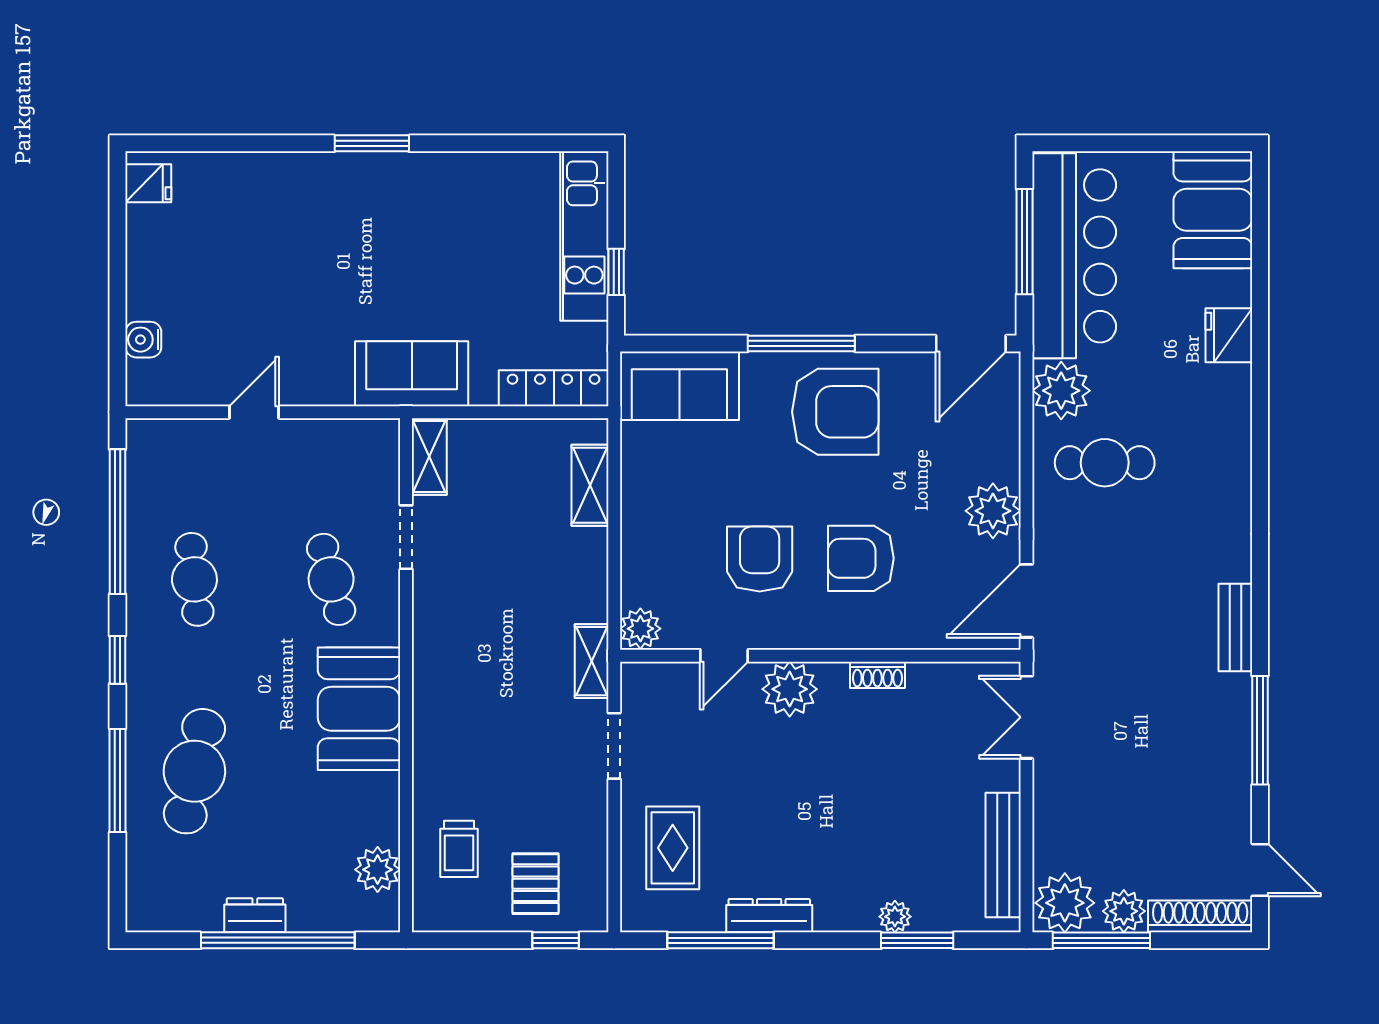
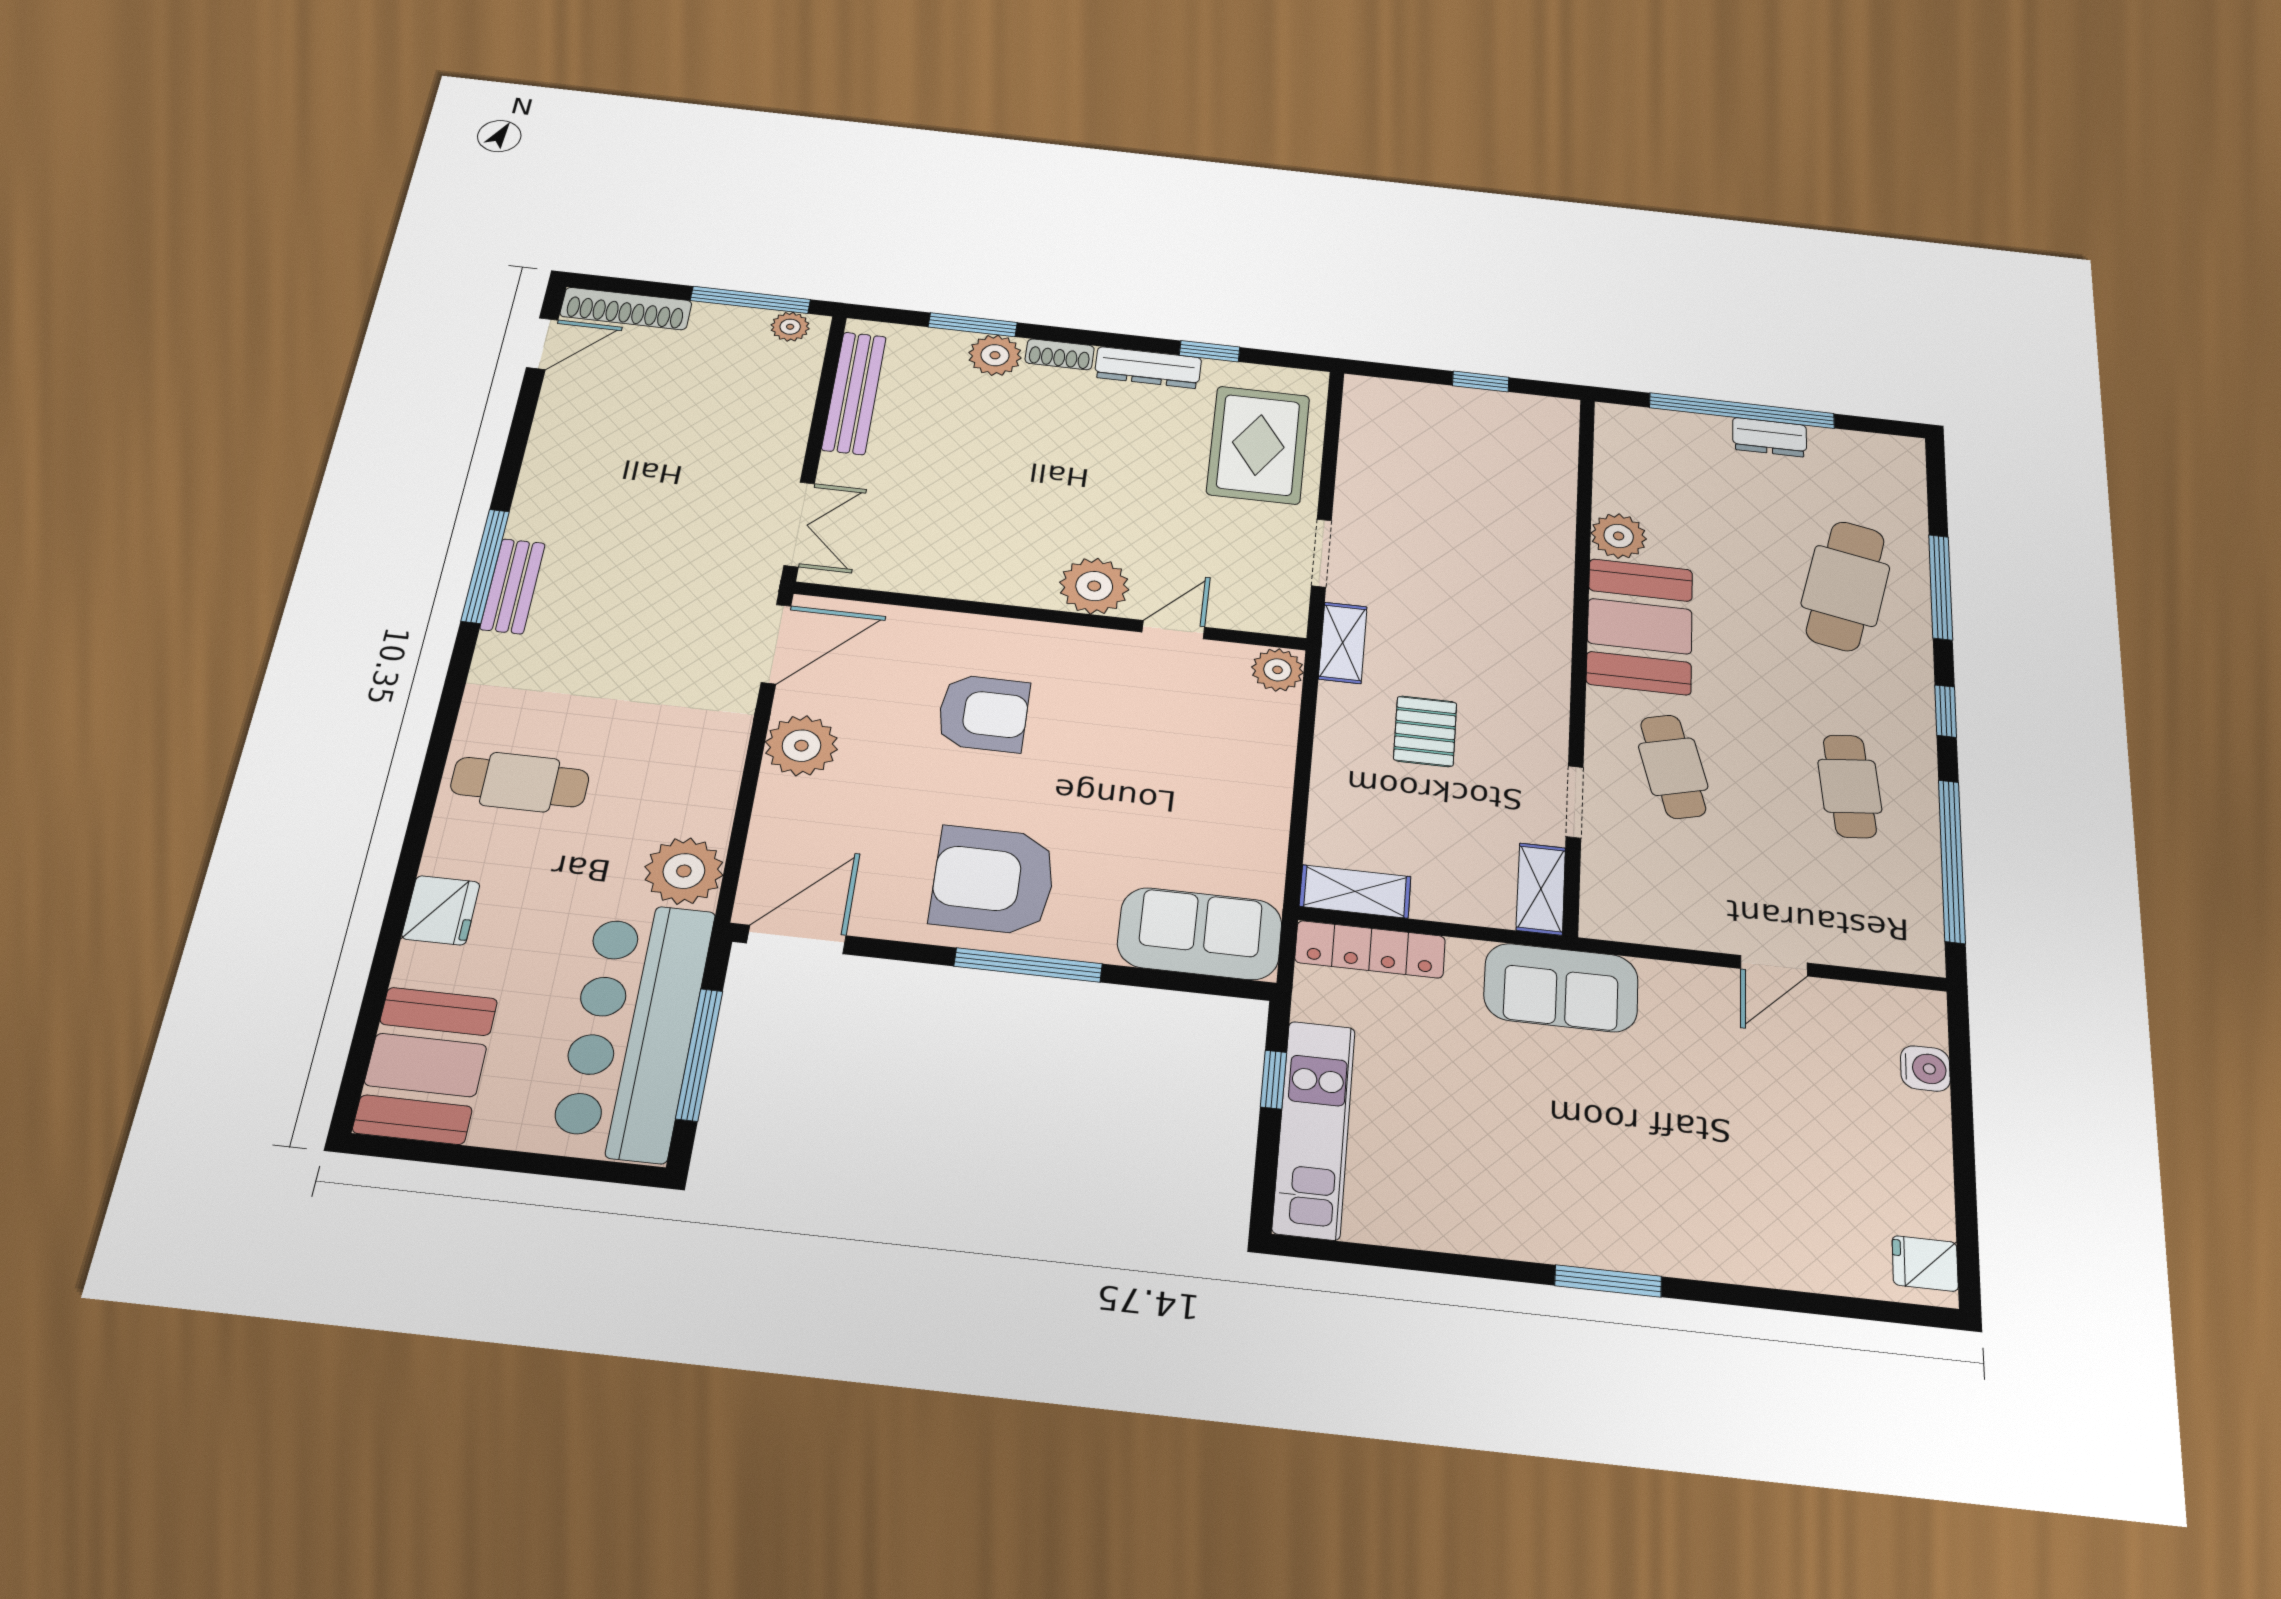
cafe table: (1105, 463) -> (520, 782), moved
shelving: (590, 485) -> (1355, 891), moved, turned 90
armchair: (760, 559) -> (1115, 727), removed
shoe rack: (877, 675) -> (1060, 354), moved, turned 180
window: (1260, 730) -> (485, 566), moved
rug: (673, 848) -> (1258, 445), width x1.36, depth x1.43
trolley: (459, 849) -> (1520, 473), removed
plant: (378, 870) -> (1619, 536), moved
door: (1260, 870) -> (542, 344), swing flipped
pallet: (536, 884) -> (1425, 731), moved
plant: (1065, 903) -> (790, 327), width x0.53, depth x0.53
plant: (1124, 911) -> (717, 324), removed
plant: (895, 917) -> (995, 355), width x1.38, depth x1.38
window: (556, 940) -> (1481, 381), moved
window: (720, 940) -> (1210, 351), width x0.46

